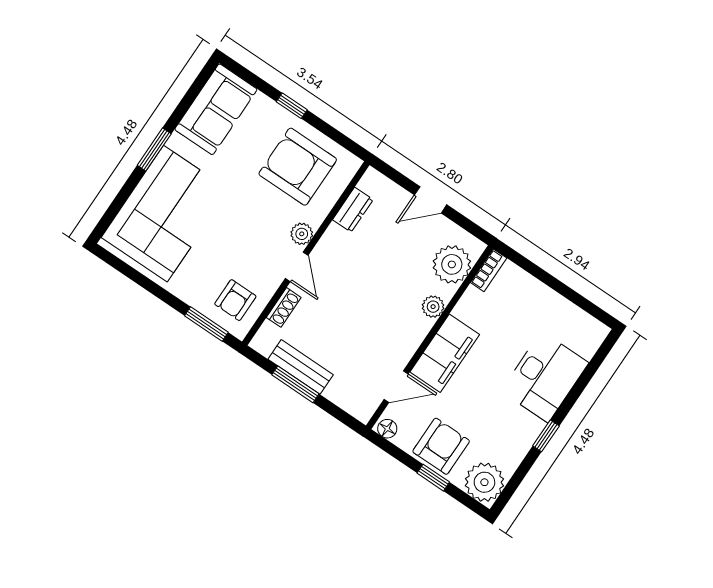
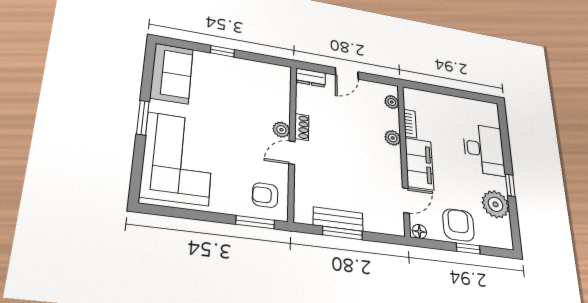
armchair: (298, 167) -> (251, 88), removed
dresser: (353, 210) -> (311, 78), moved, turned 90
plant: (452, 264) -> (392, 102), width x0.53, depth x0.53
door: (297, 267) -> (292, 153), swing flipped
bookcase: (489, 270) -> (410, 124), moved
armchair: (235, 300) -> (265, 195), turned 90
shoe rack: (284, 307) -> (302, 127), moved
plant: (484, 482) -> (496, 204), moved

